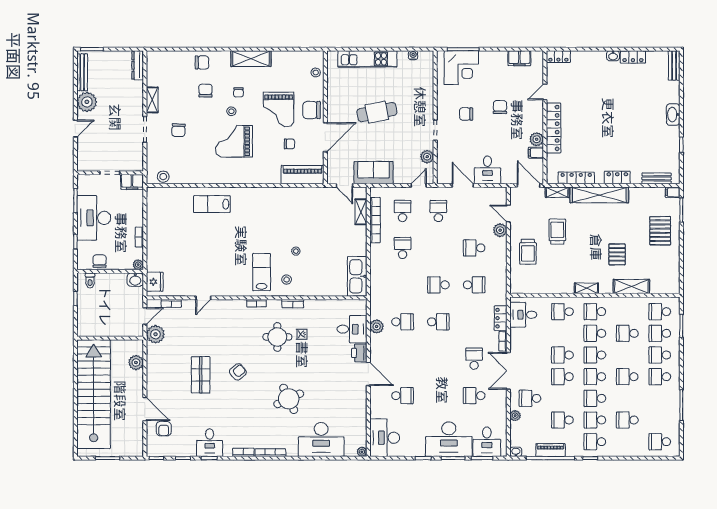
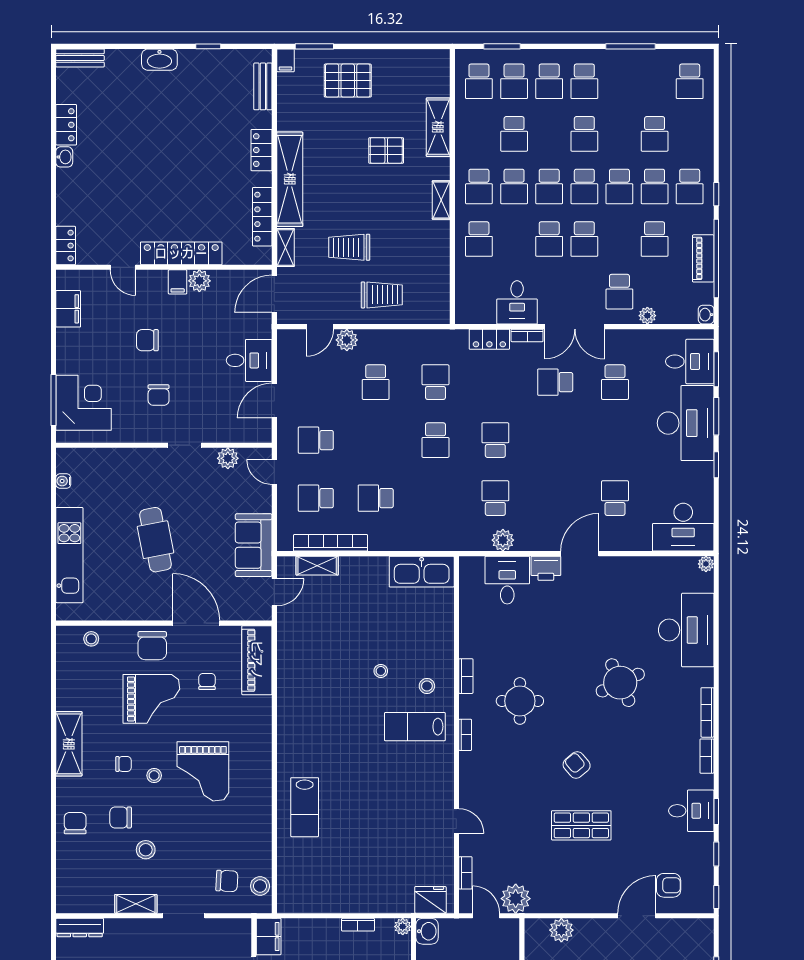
stool: (186, 106) -> (146, 850), added
chair: (178, 130) -> (227, 881), moved
filing cabinet: (536, 153) -> (178, 282), moved
desk: (523, 315) -> (517, 302), moved

